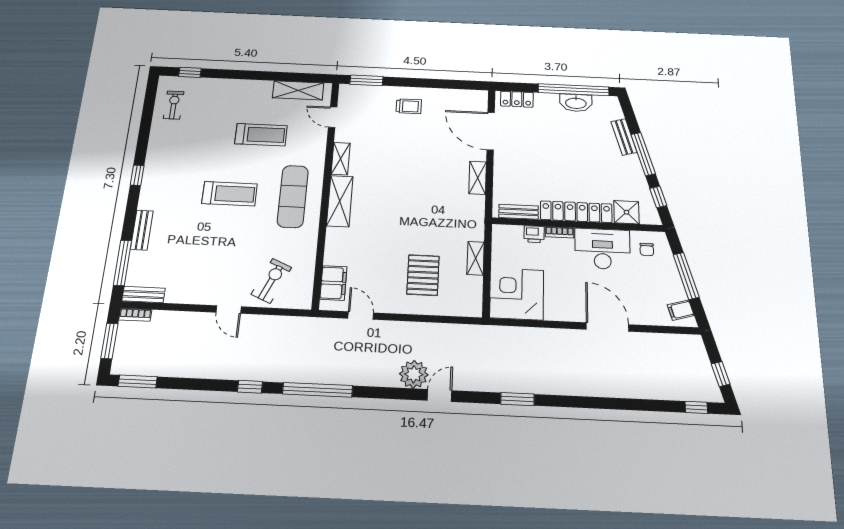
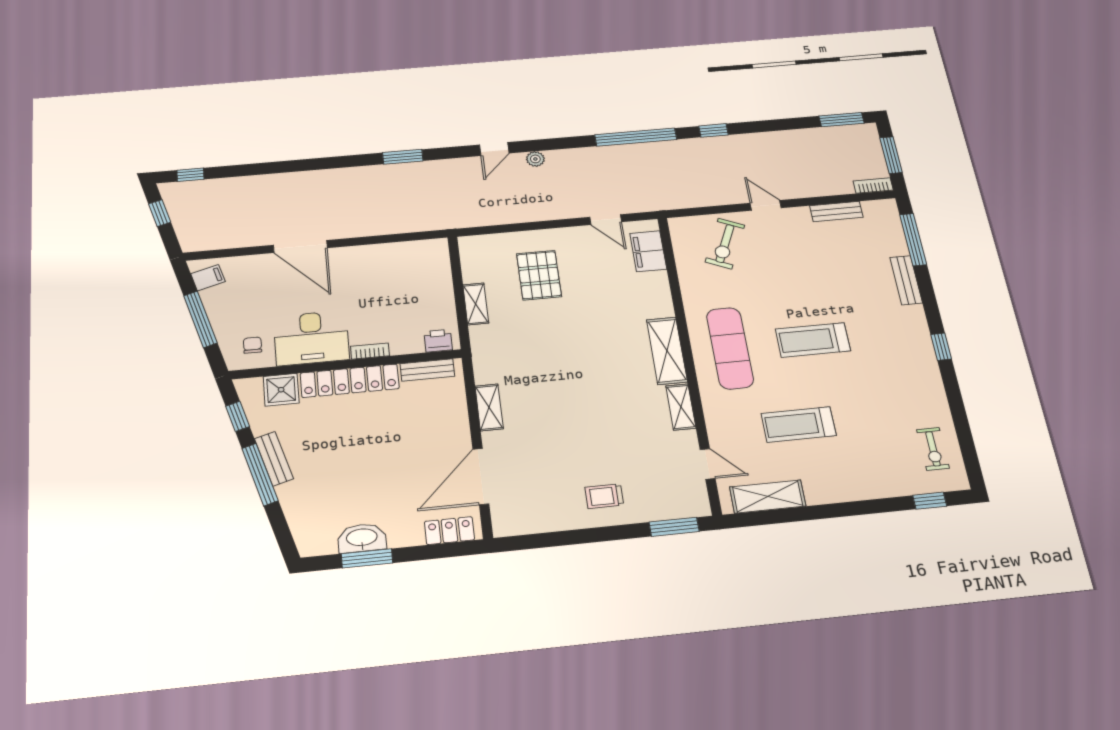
window: (573, 90) -> (367, 558), width x0.47
door: (491, 131) -> (481, 476), swing flipped
bench: (624, 137) -> (274, 459), moved
printer: (534, 234) -> (438, 341), moved
corner desk: (517, 294) -> (417, 269), removed
bench: (144, 295) -> (836, 211), moved
plant: (414, 374) -> (535, 159), width x0.53, depth x0.53

